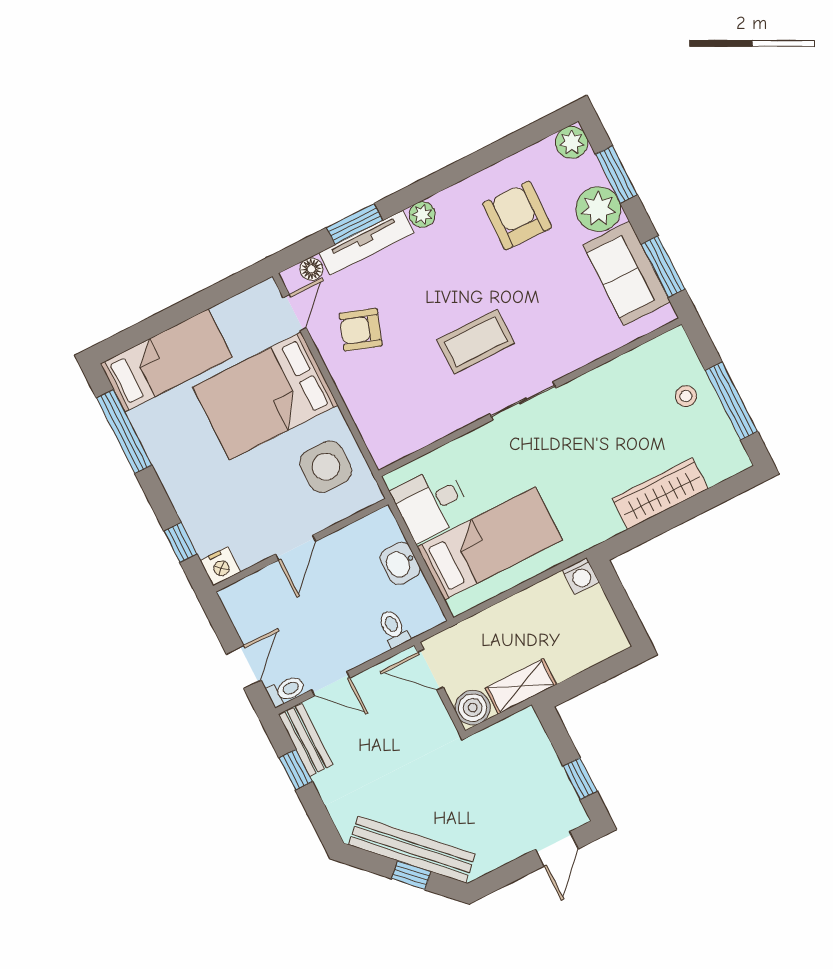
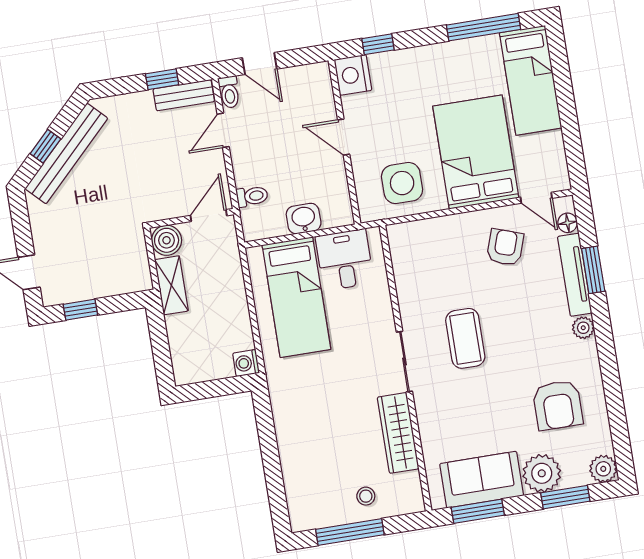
armchair: (517, 215) -> (558, 405), turned 89
wardrobe: (660, 494) -> (398, 433), moved, turned 180
nightstand: (220, 566) -> (353, 75), width x1.36, depth x1.33

